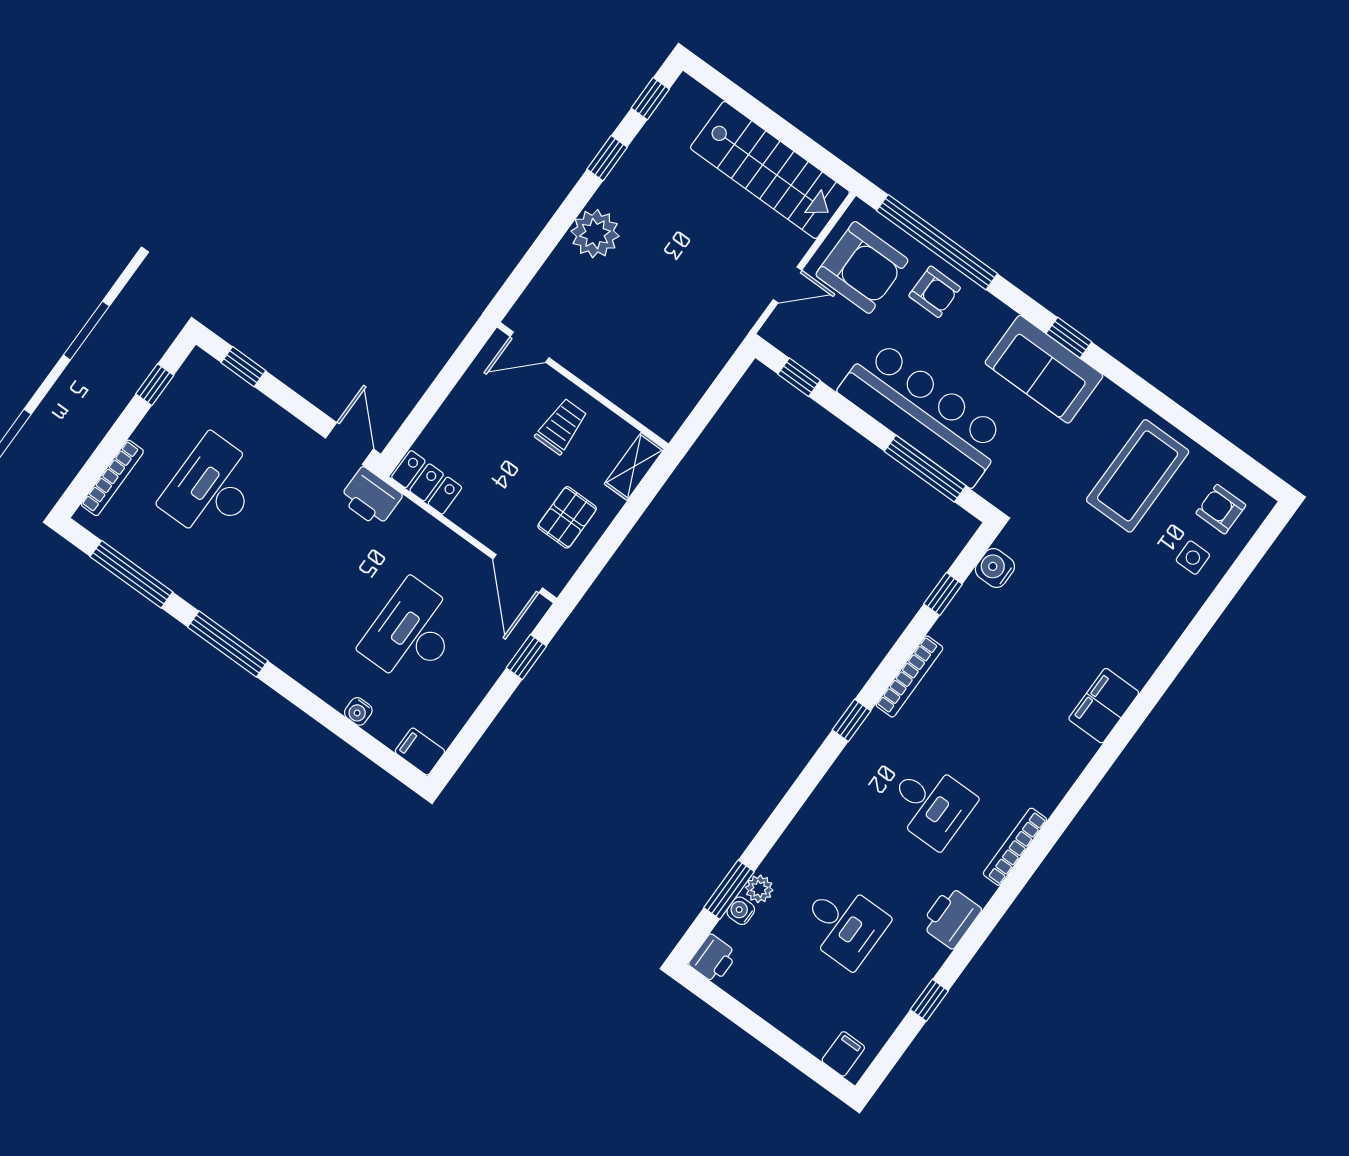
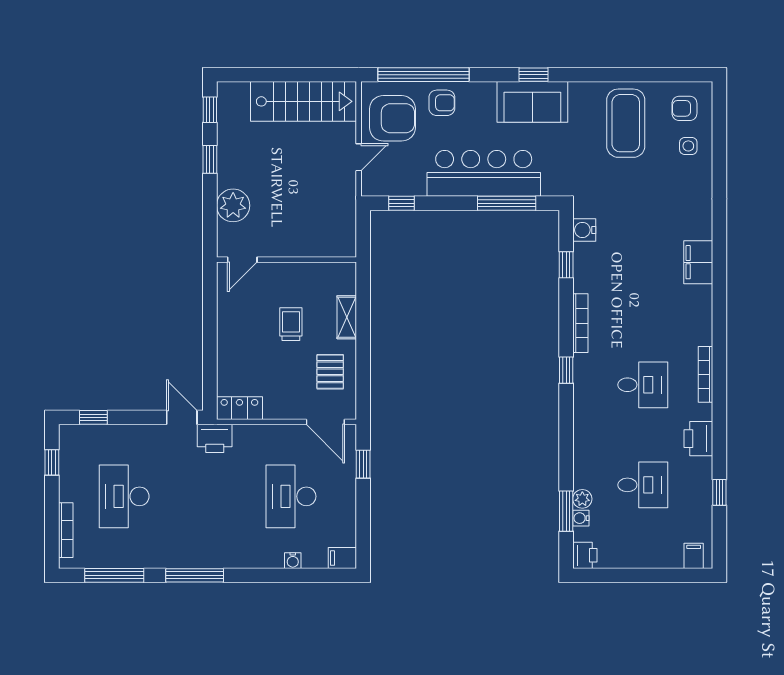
door: (530, 347) -> (242, 260), moved
wall: (583, 386) -> (286, 260), moved

